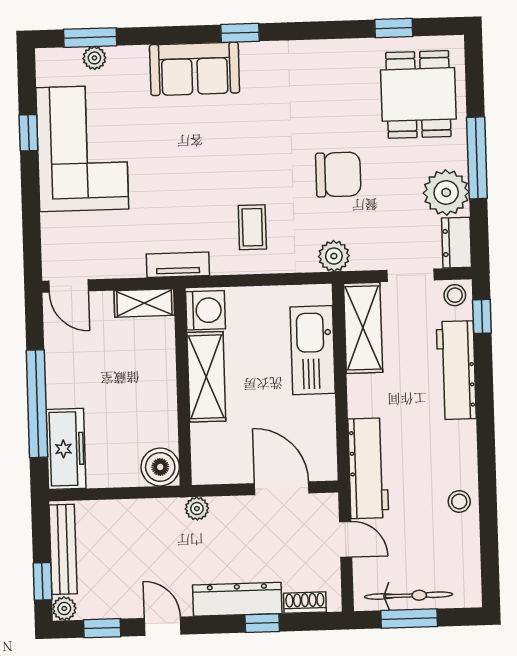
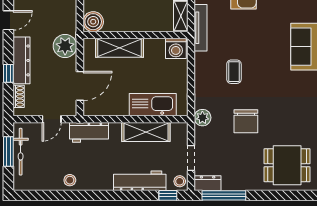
window: (477, 158) -> (224, 195), moved
plant: (446, 193) -> (234, 178), removed
coffee table: (252, 227) -> (234, 72), moved, turned 90
tv unit: (178, 265) -> (201, 28), width x1.41
shelving: (363, 328) -> (146, 132), moved
shelving: (206, 377) -> (119, 48), moved
workbench: (368, 468) -> (89, 132), width x0.73
plant: (197, 509) -> (65, 46), width x1.87, depth x1.87

